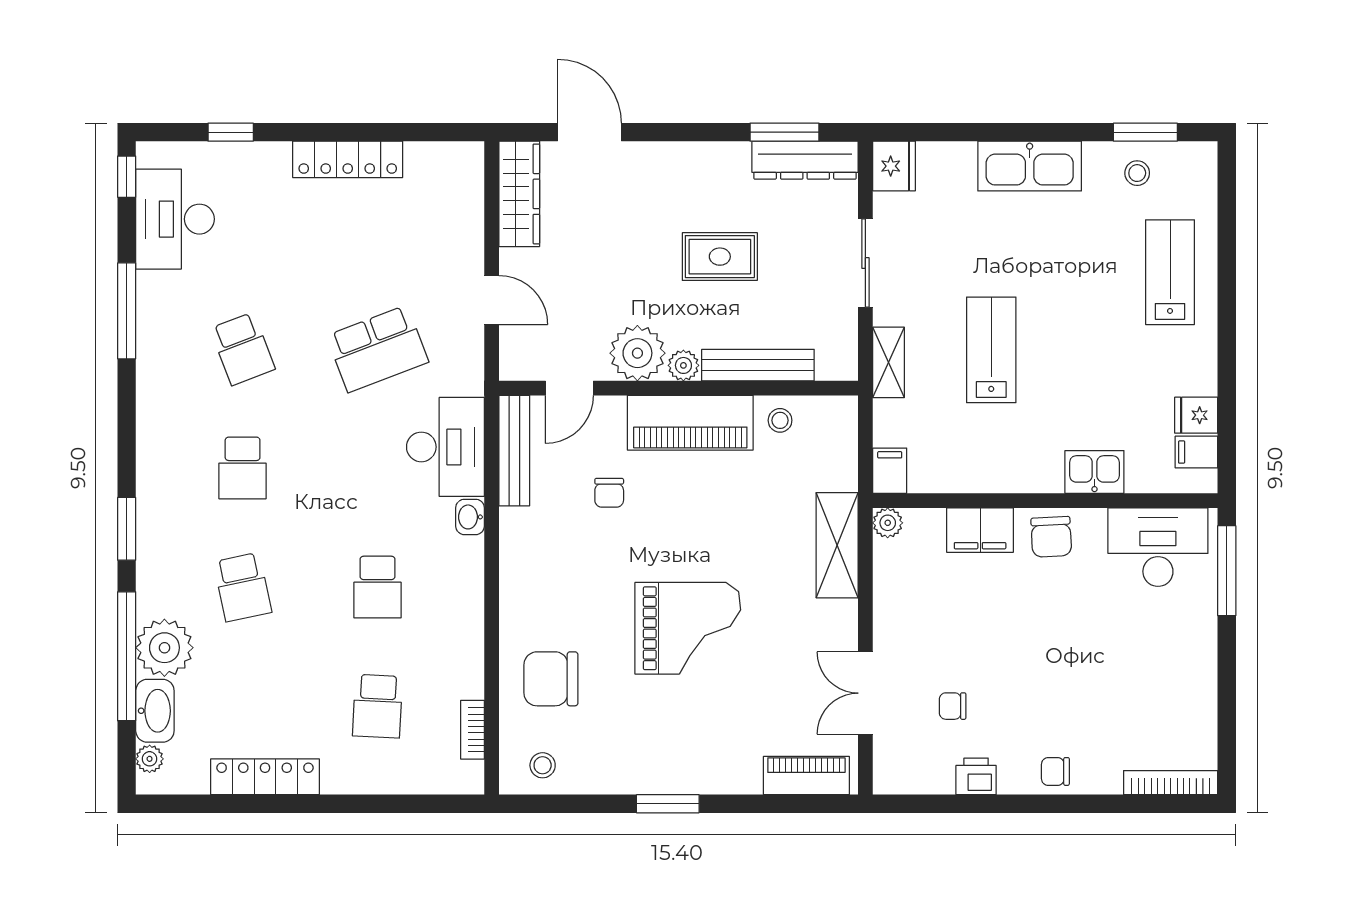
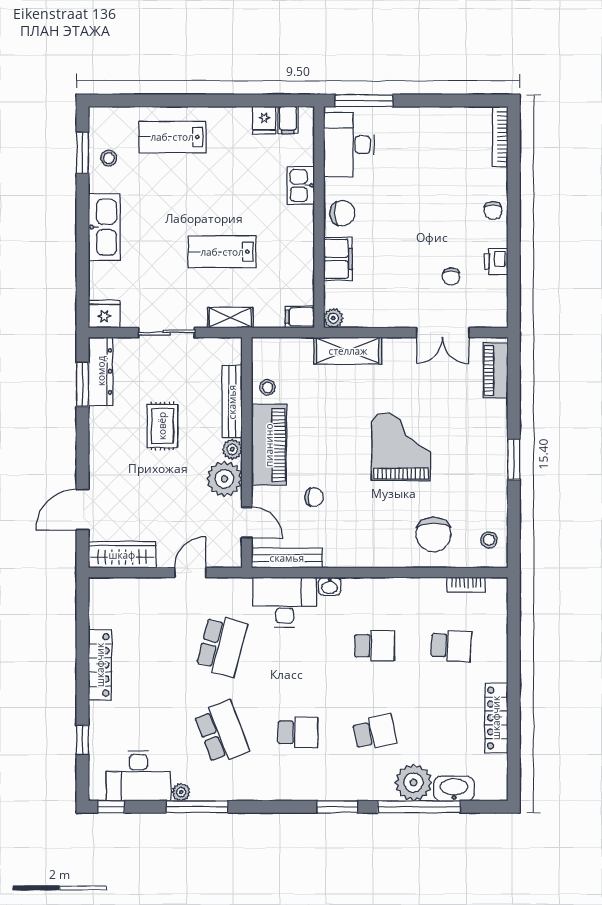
school desk: (243, 349) -> (222, 732), width x1.85
school desk: (377, 349) -> (222, 646), turned 36
plant: (150, 759) -> (181, 792), moved

